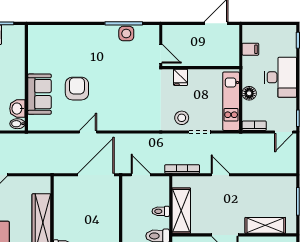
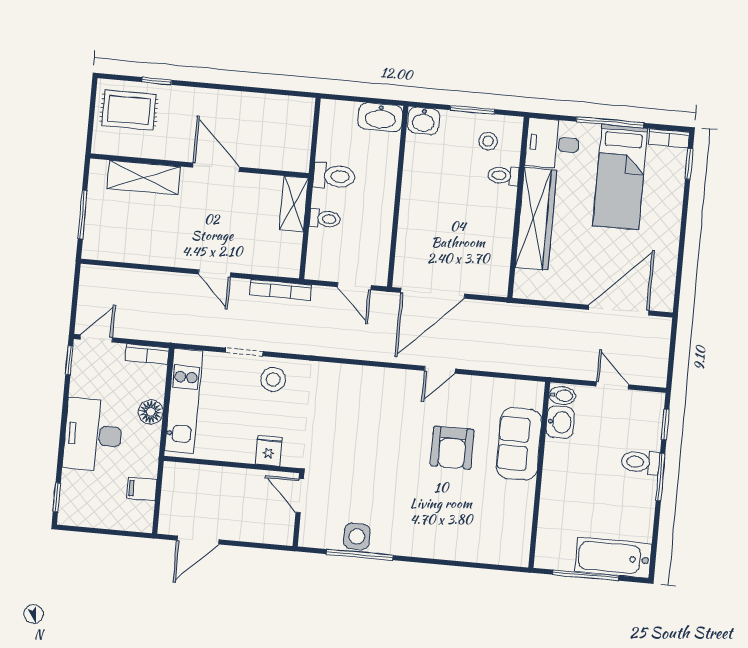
shelving: (181, 211) -> (294, 204), width x0.67, depth x0.75

